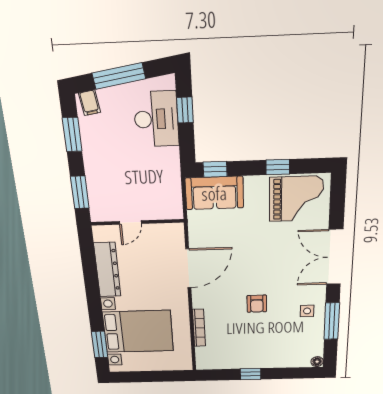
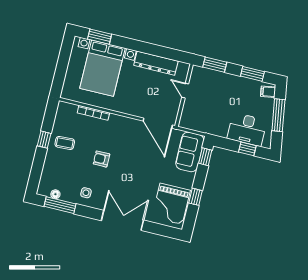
door: (188, 268) -> (158, 123), moved
window: (332, 321) -> (60, 205), moved
coffee table: (248, 351) -> (65, 143), added
floor lamp: (317, 362) -> (55, 194), moved

